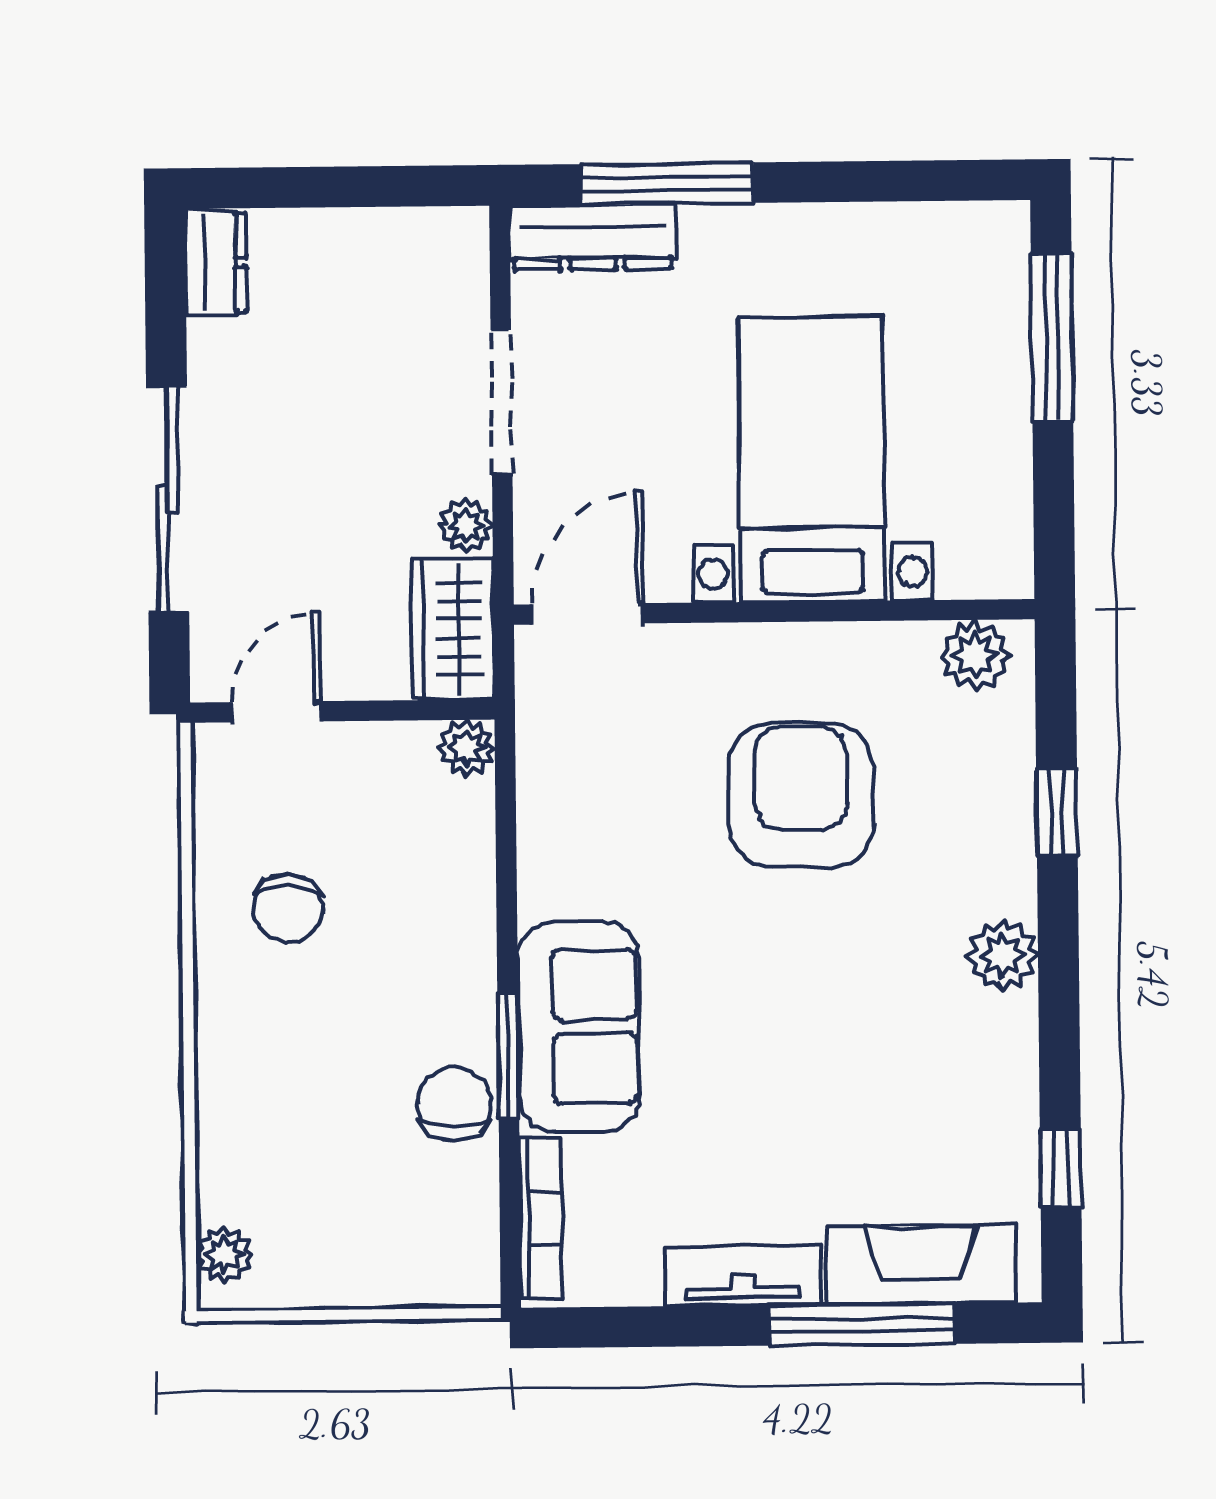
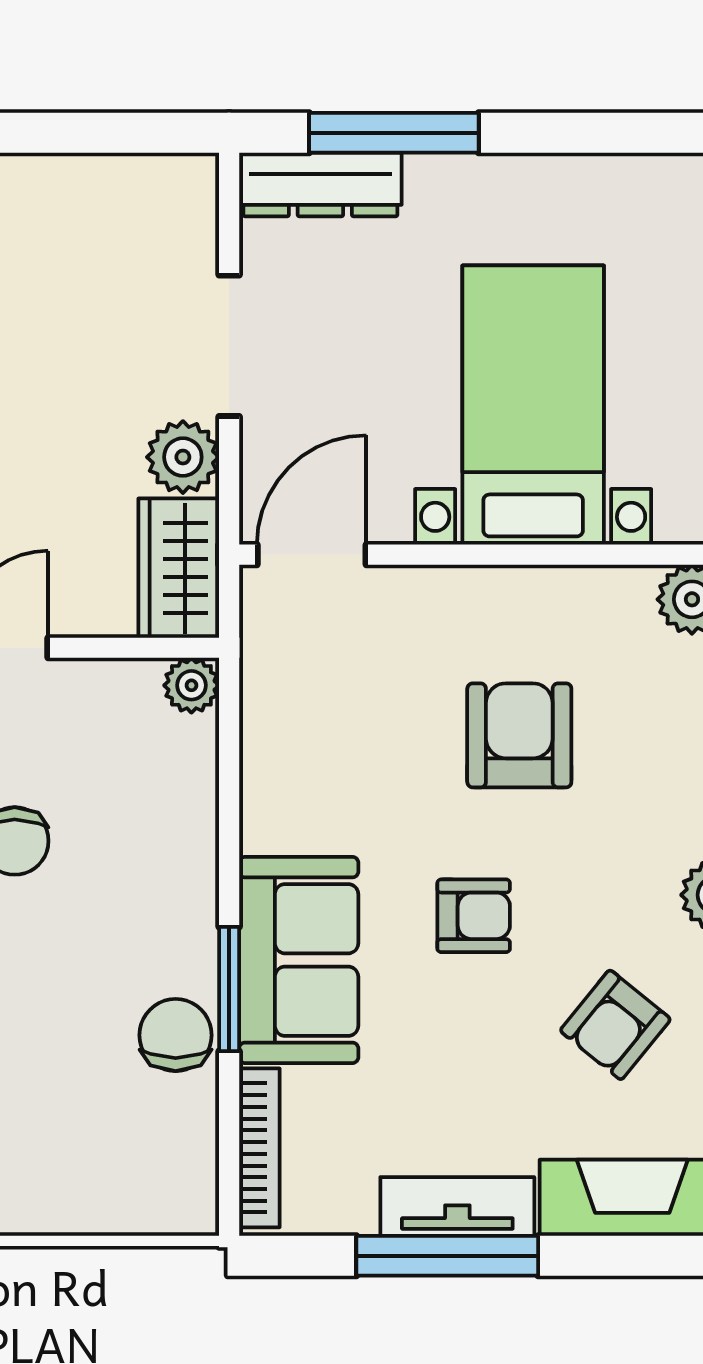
plant: (466, 526) -> (183, 457), width x1.38, depth x1.38
armchair: (801, 795) -> (519, 735), width x0.73, depth x0.73
armchair: (756, 980) -> (474, 916), added
armchair: (902, 1089) -> (615, 1025), added
window: (862, 1324) -> (447, 1256), moved

